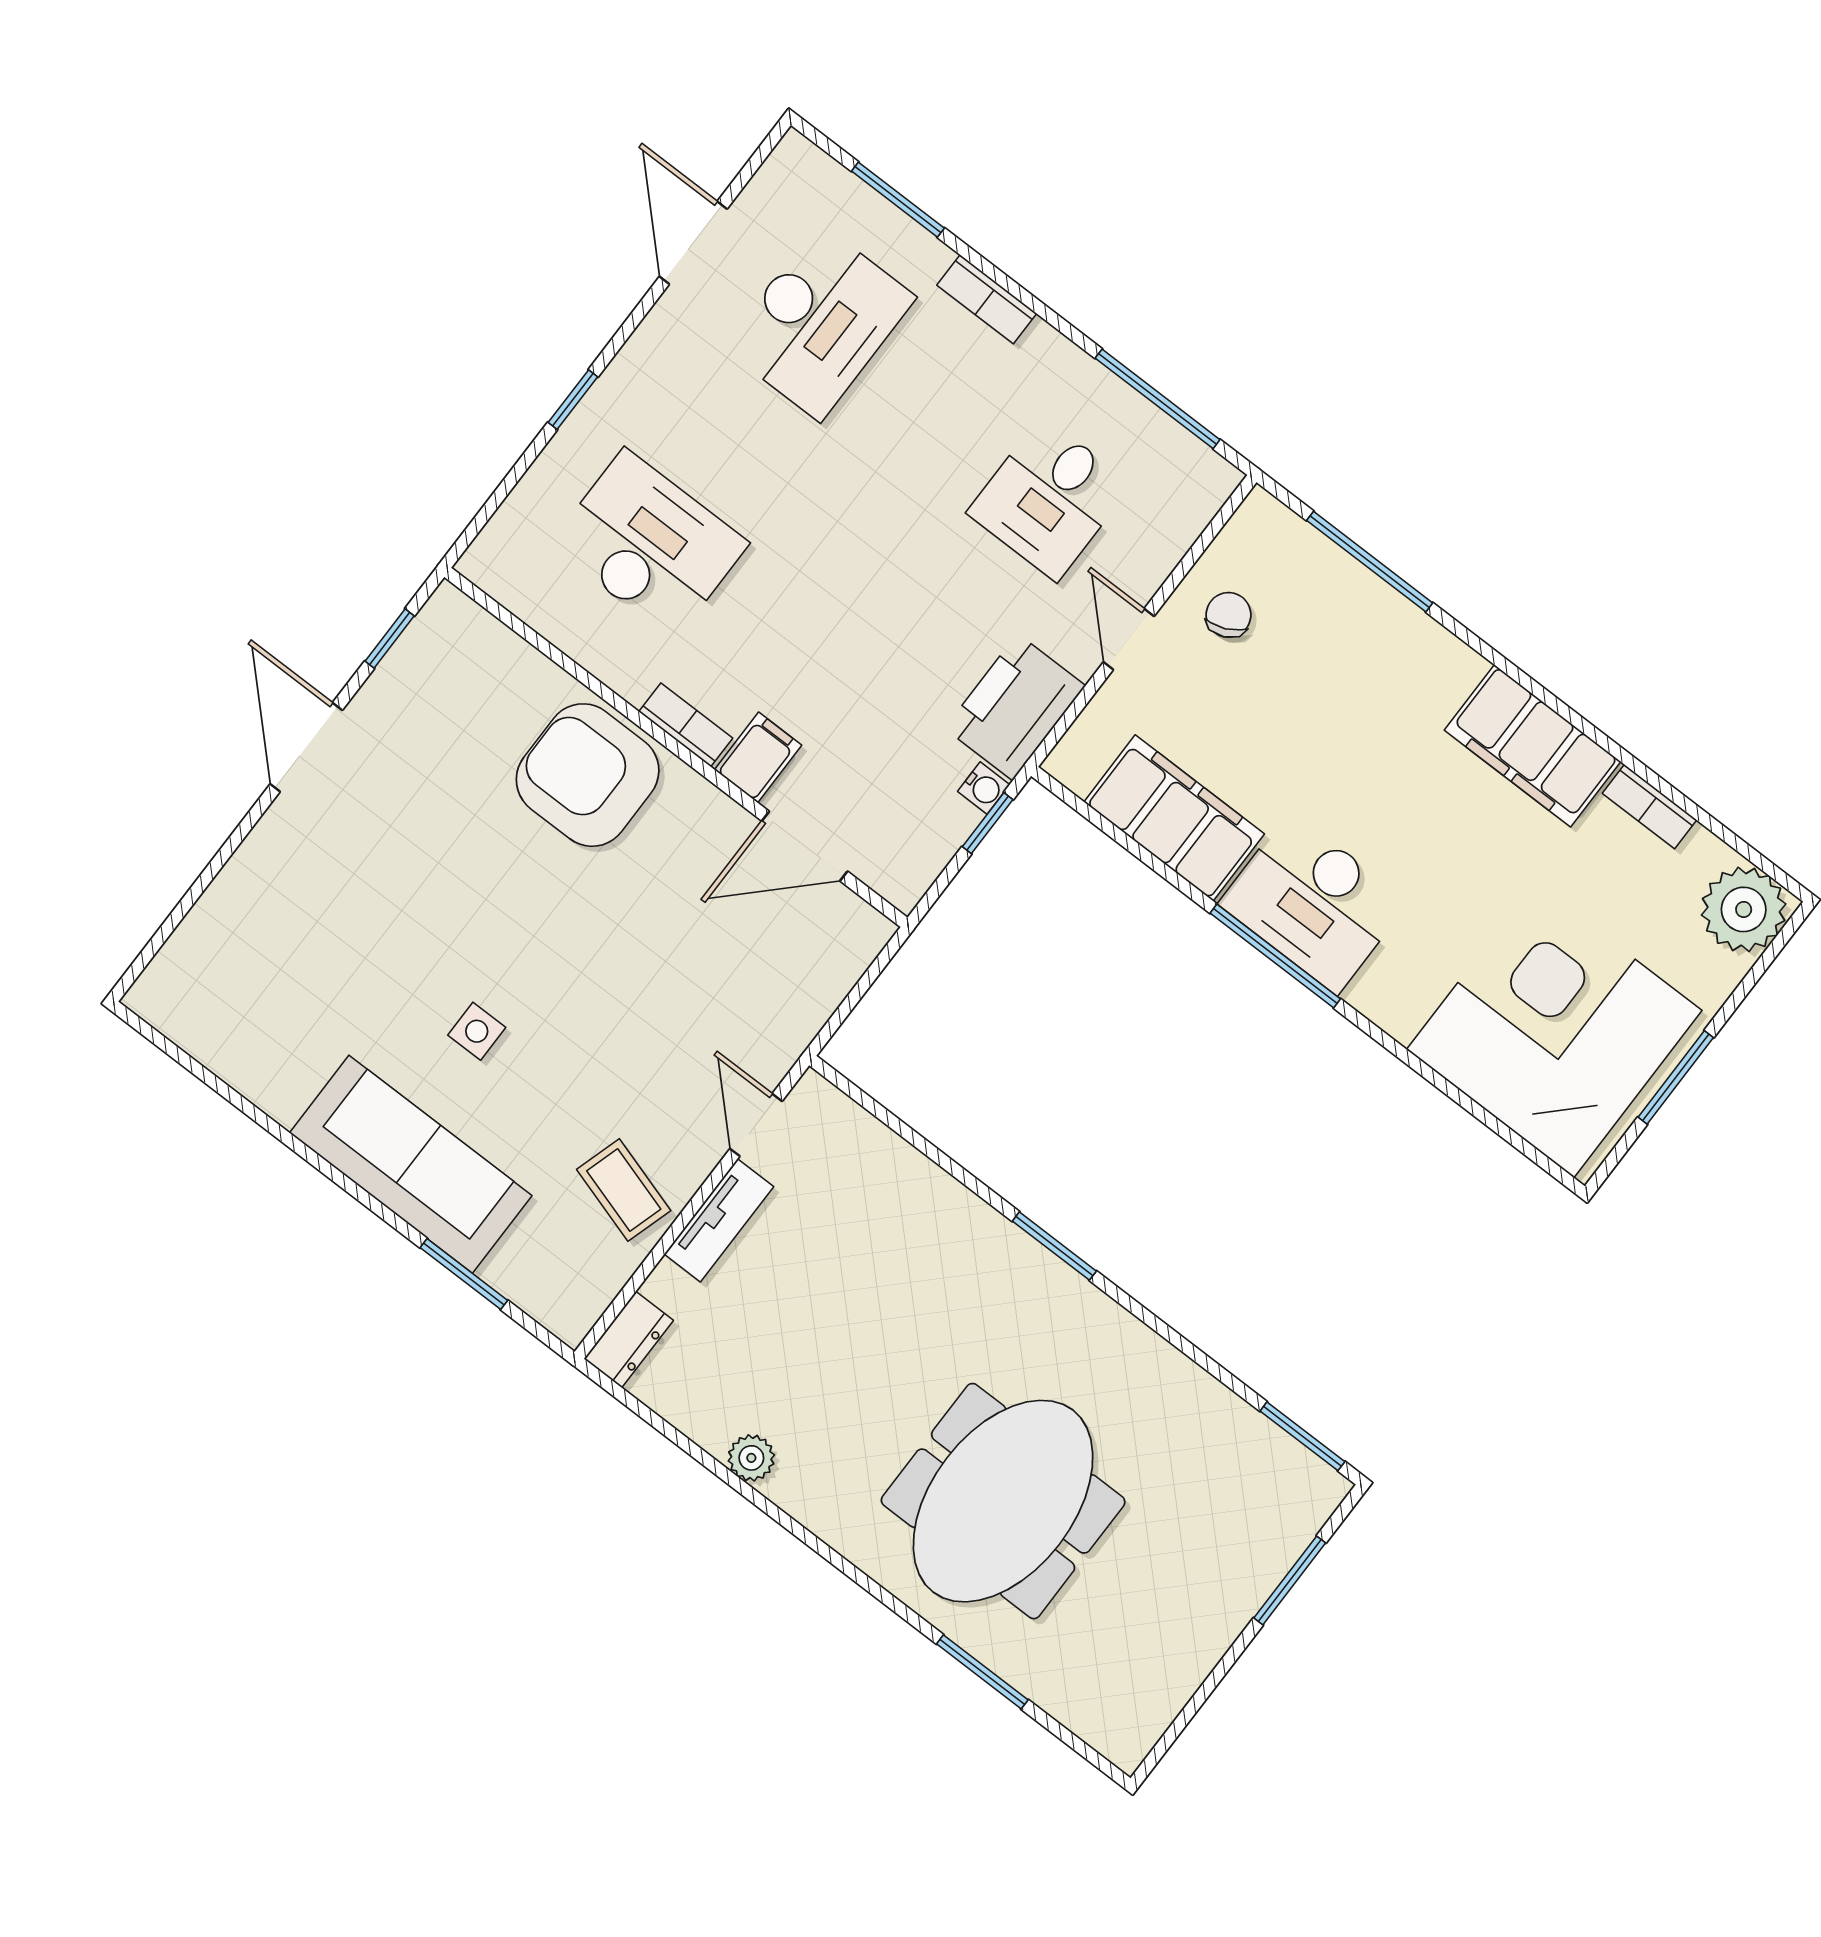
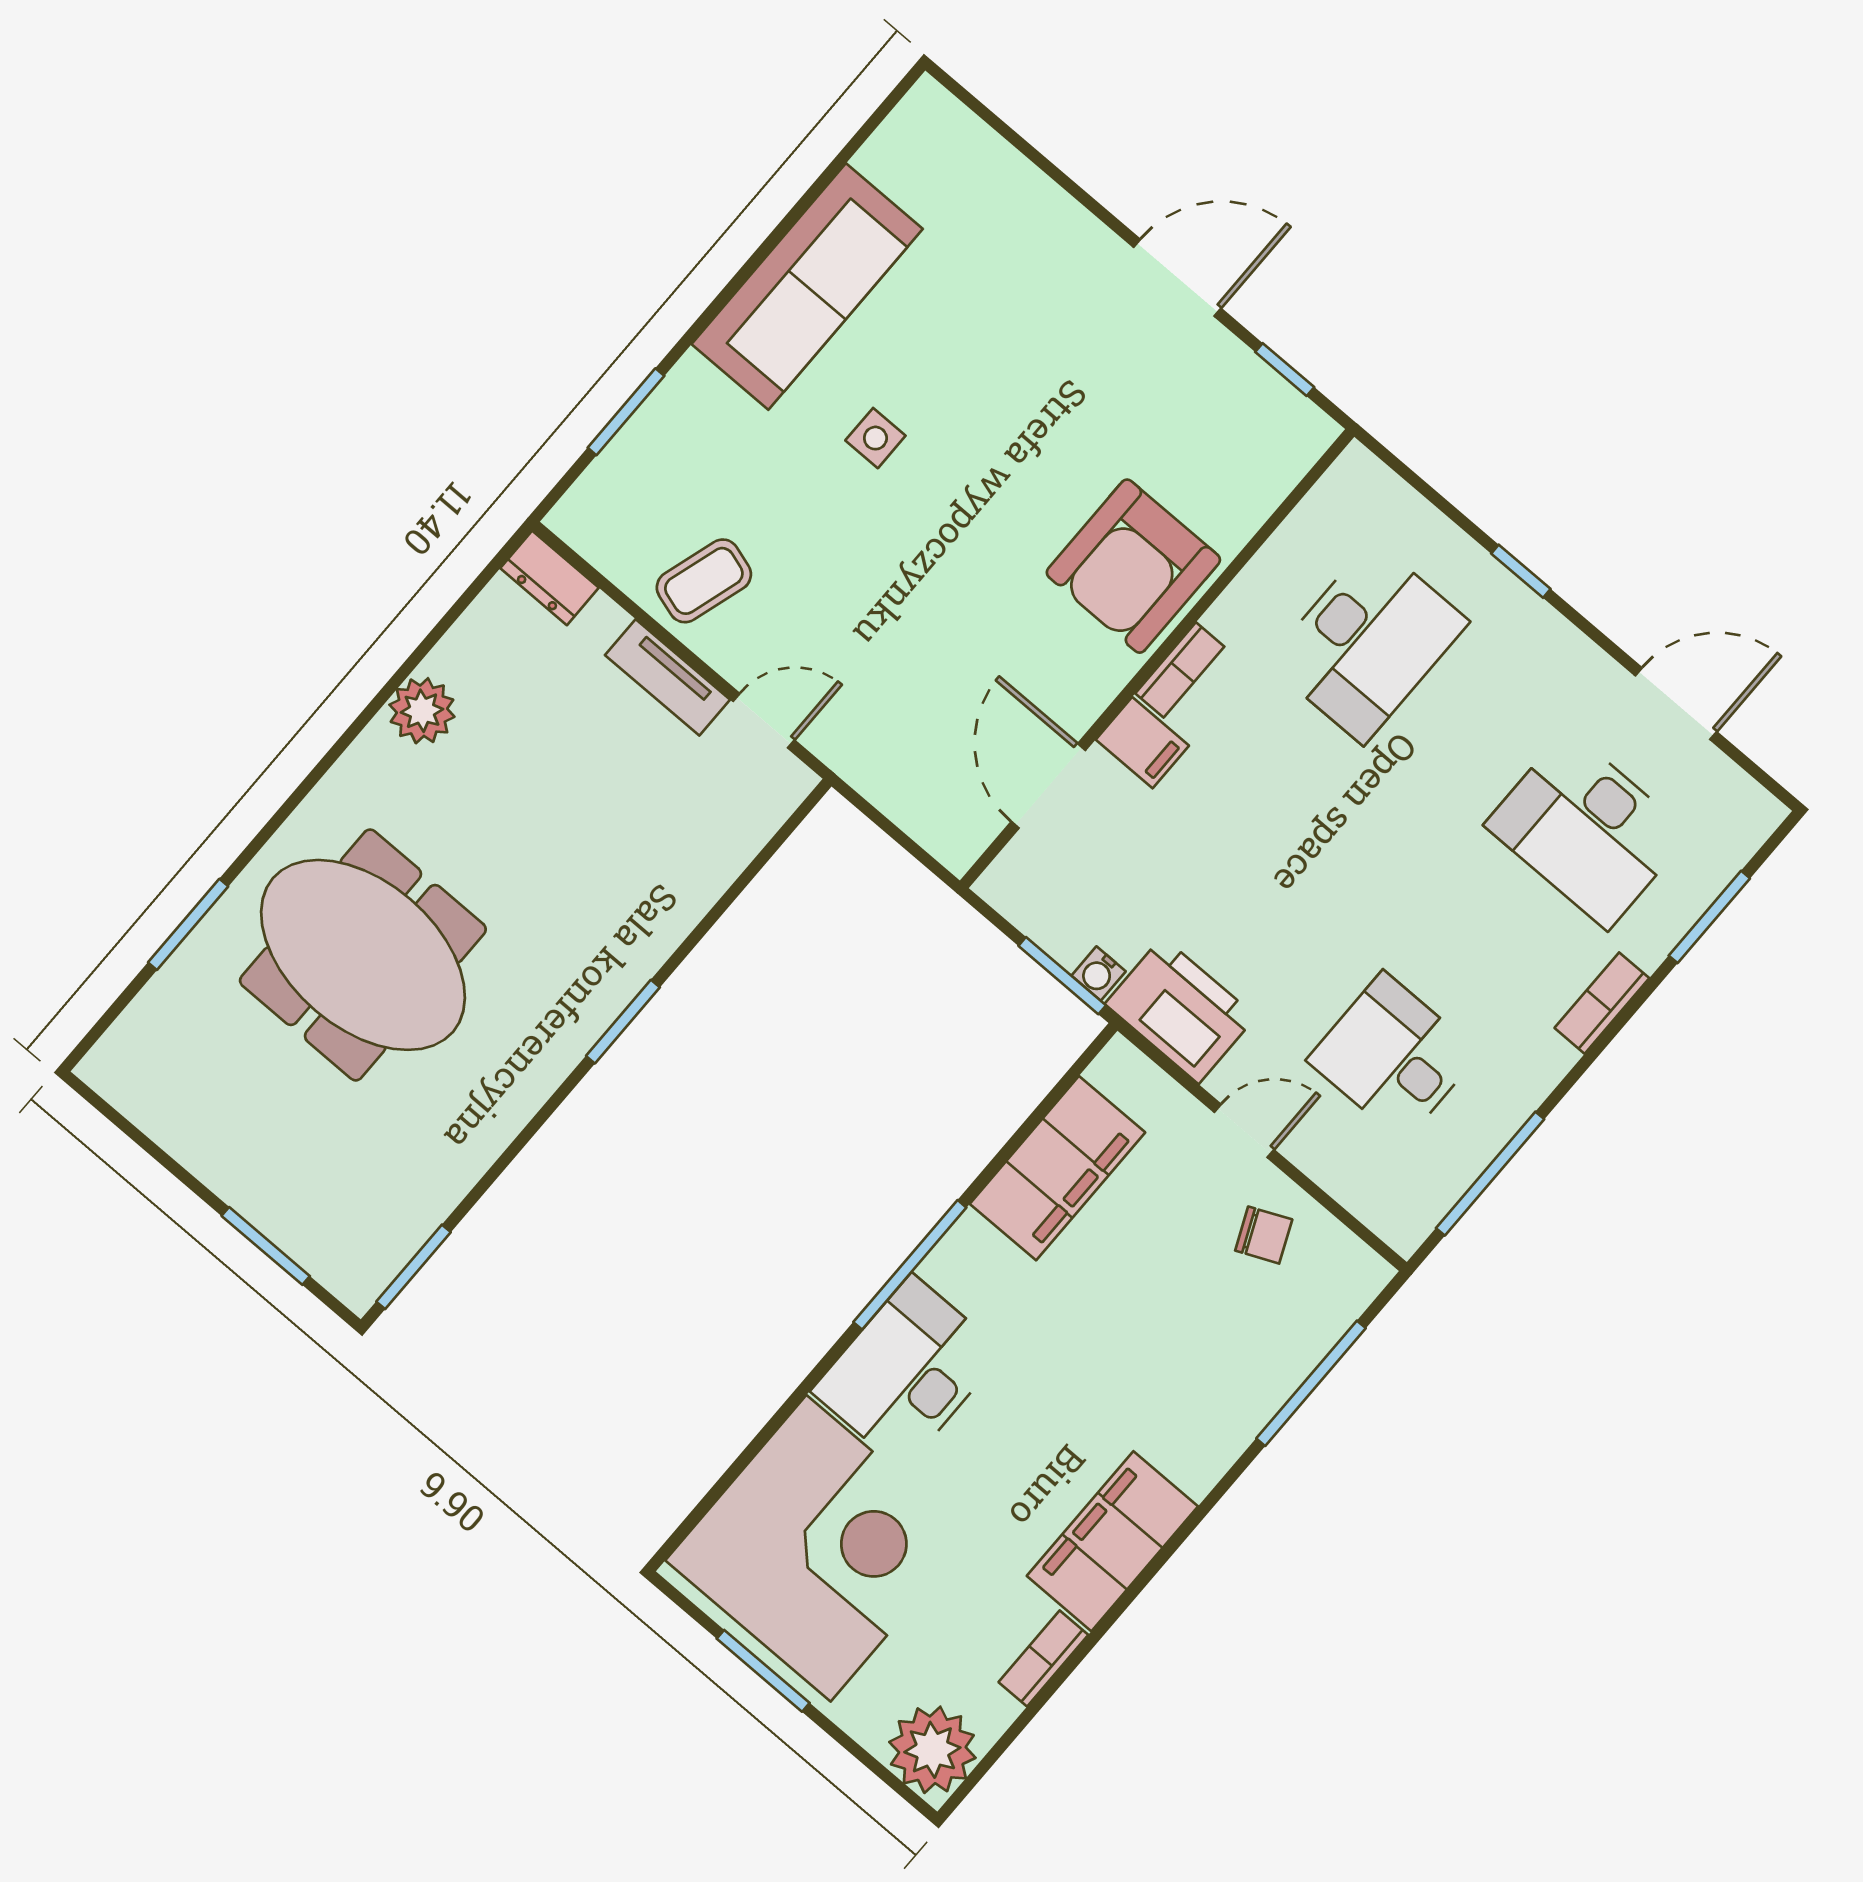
armchair: (588, 775) -> (1133, 566), turned 180
window: (988, 823) -> (1062, 976), width x1.50
desk: (1314, 903) -> (907, 1372), moved
sofa: (411, 1164) -> (807, 287), moved
plant: (751, 1458) -> (422, 711), width x1.38, depth x1.38

